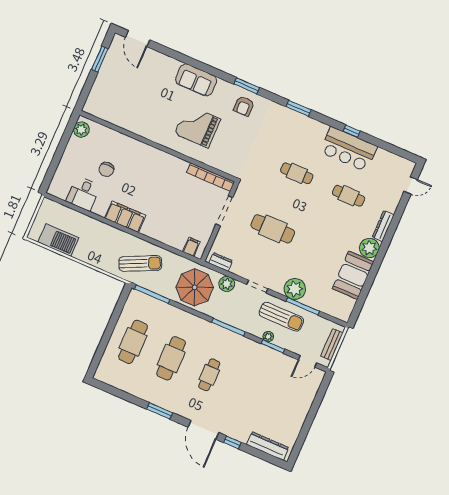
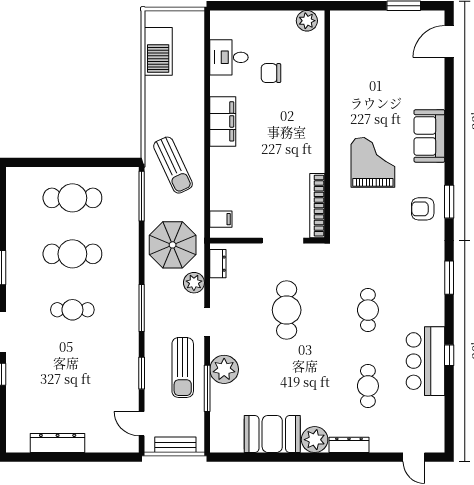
plant: (268, 337) -> (151, 362), removed
dresser: (268, 446) -> (58, 443), moved, turned -90

